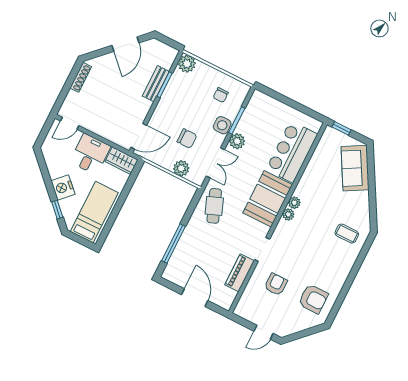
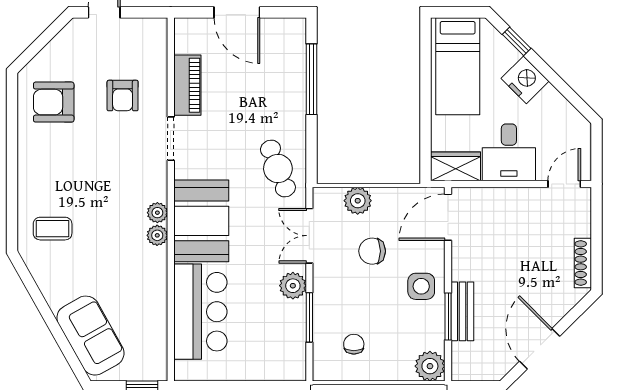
side table: (222, 125) -> (421, 286), moved

